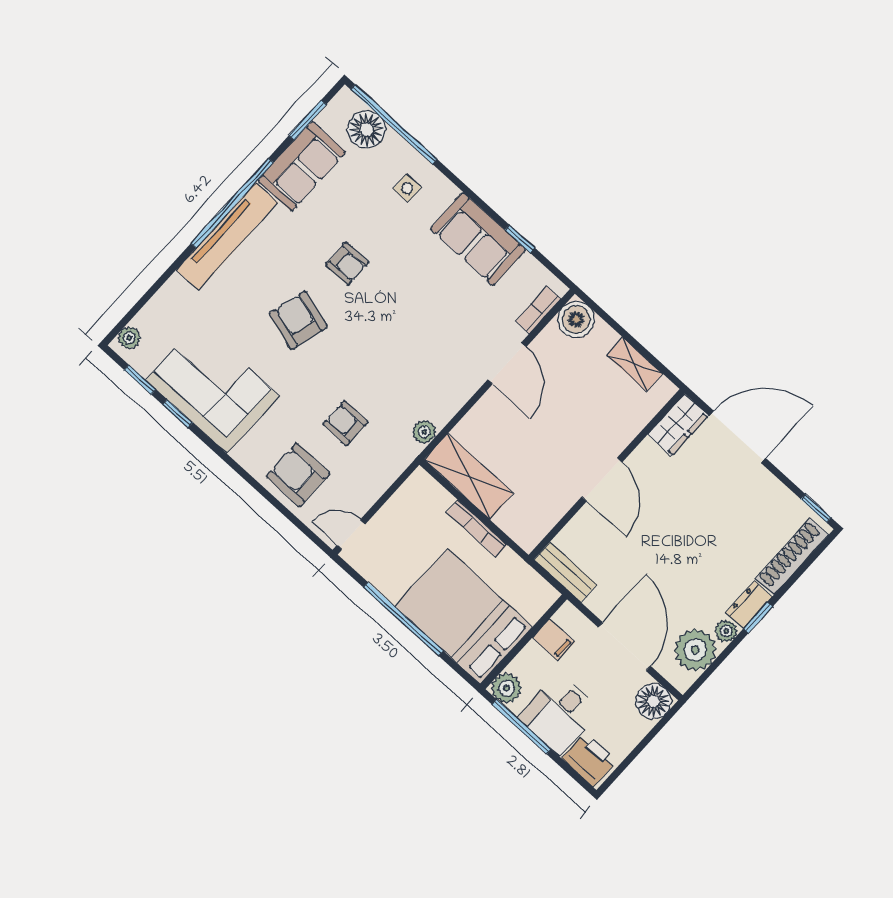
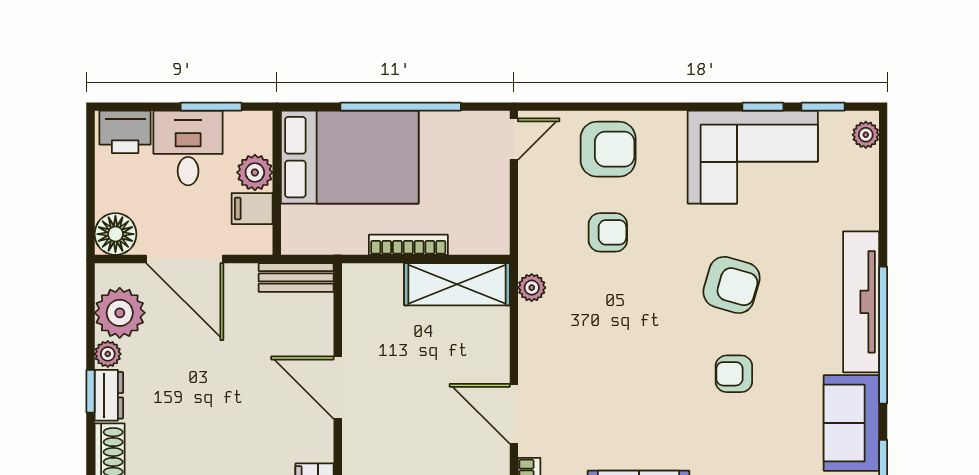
plant: (507, 688) -> (255, 172), moved
window: (521, 727) -> (211, 107), width x0.69

